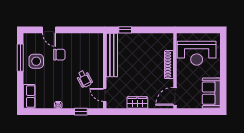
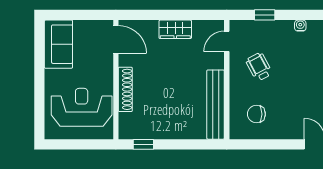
window: (125, 30) -> (143, 144), moved
chair: (59, 55) -> (256, 114), moved
door: (105, 95) -> (227, 41), swing flipped
door: (175, 96) -> (116, 39), hinge flipped

